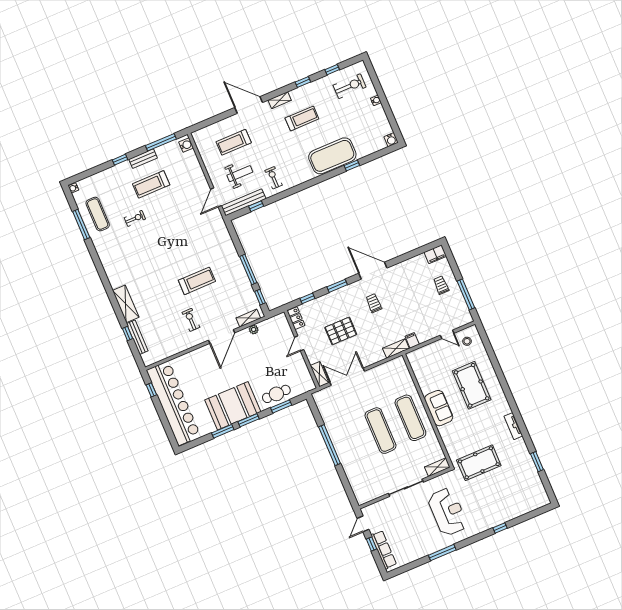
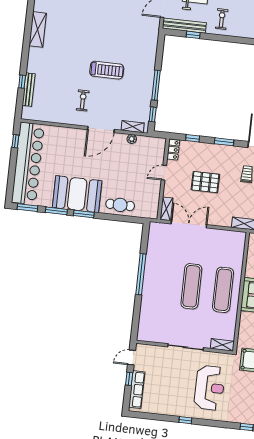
shelving: (126, 304) -> (38, 29), moved
window: (281, 406) -> (27, 208), moved
window: (442, 553) -> (185, 420), width x0.46

